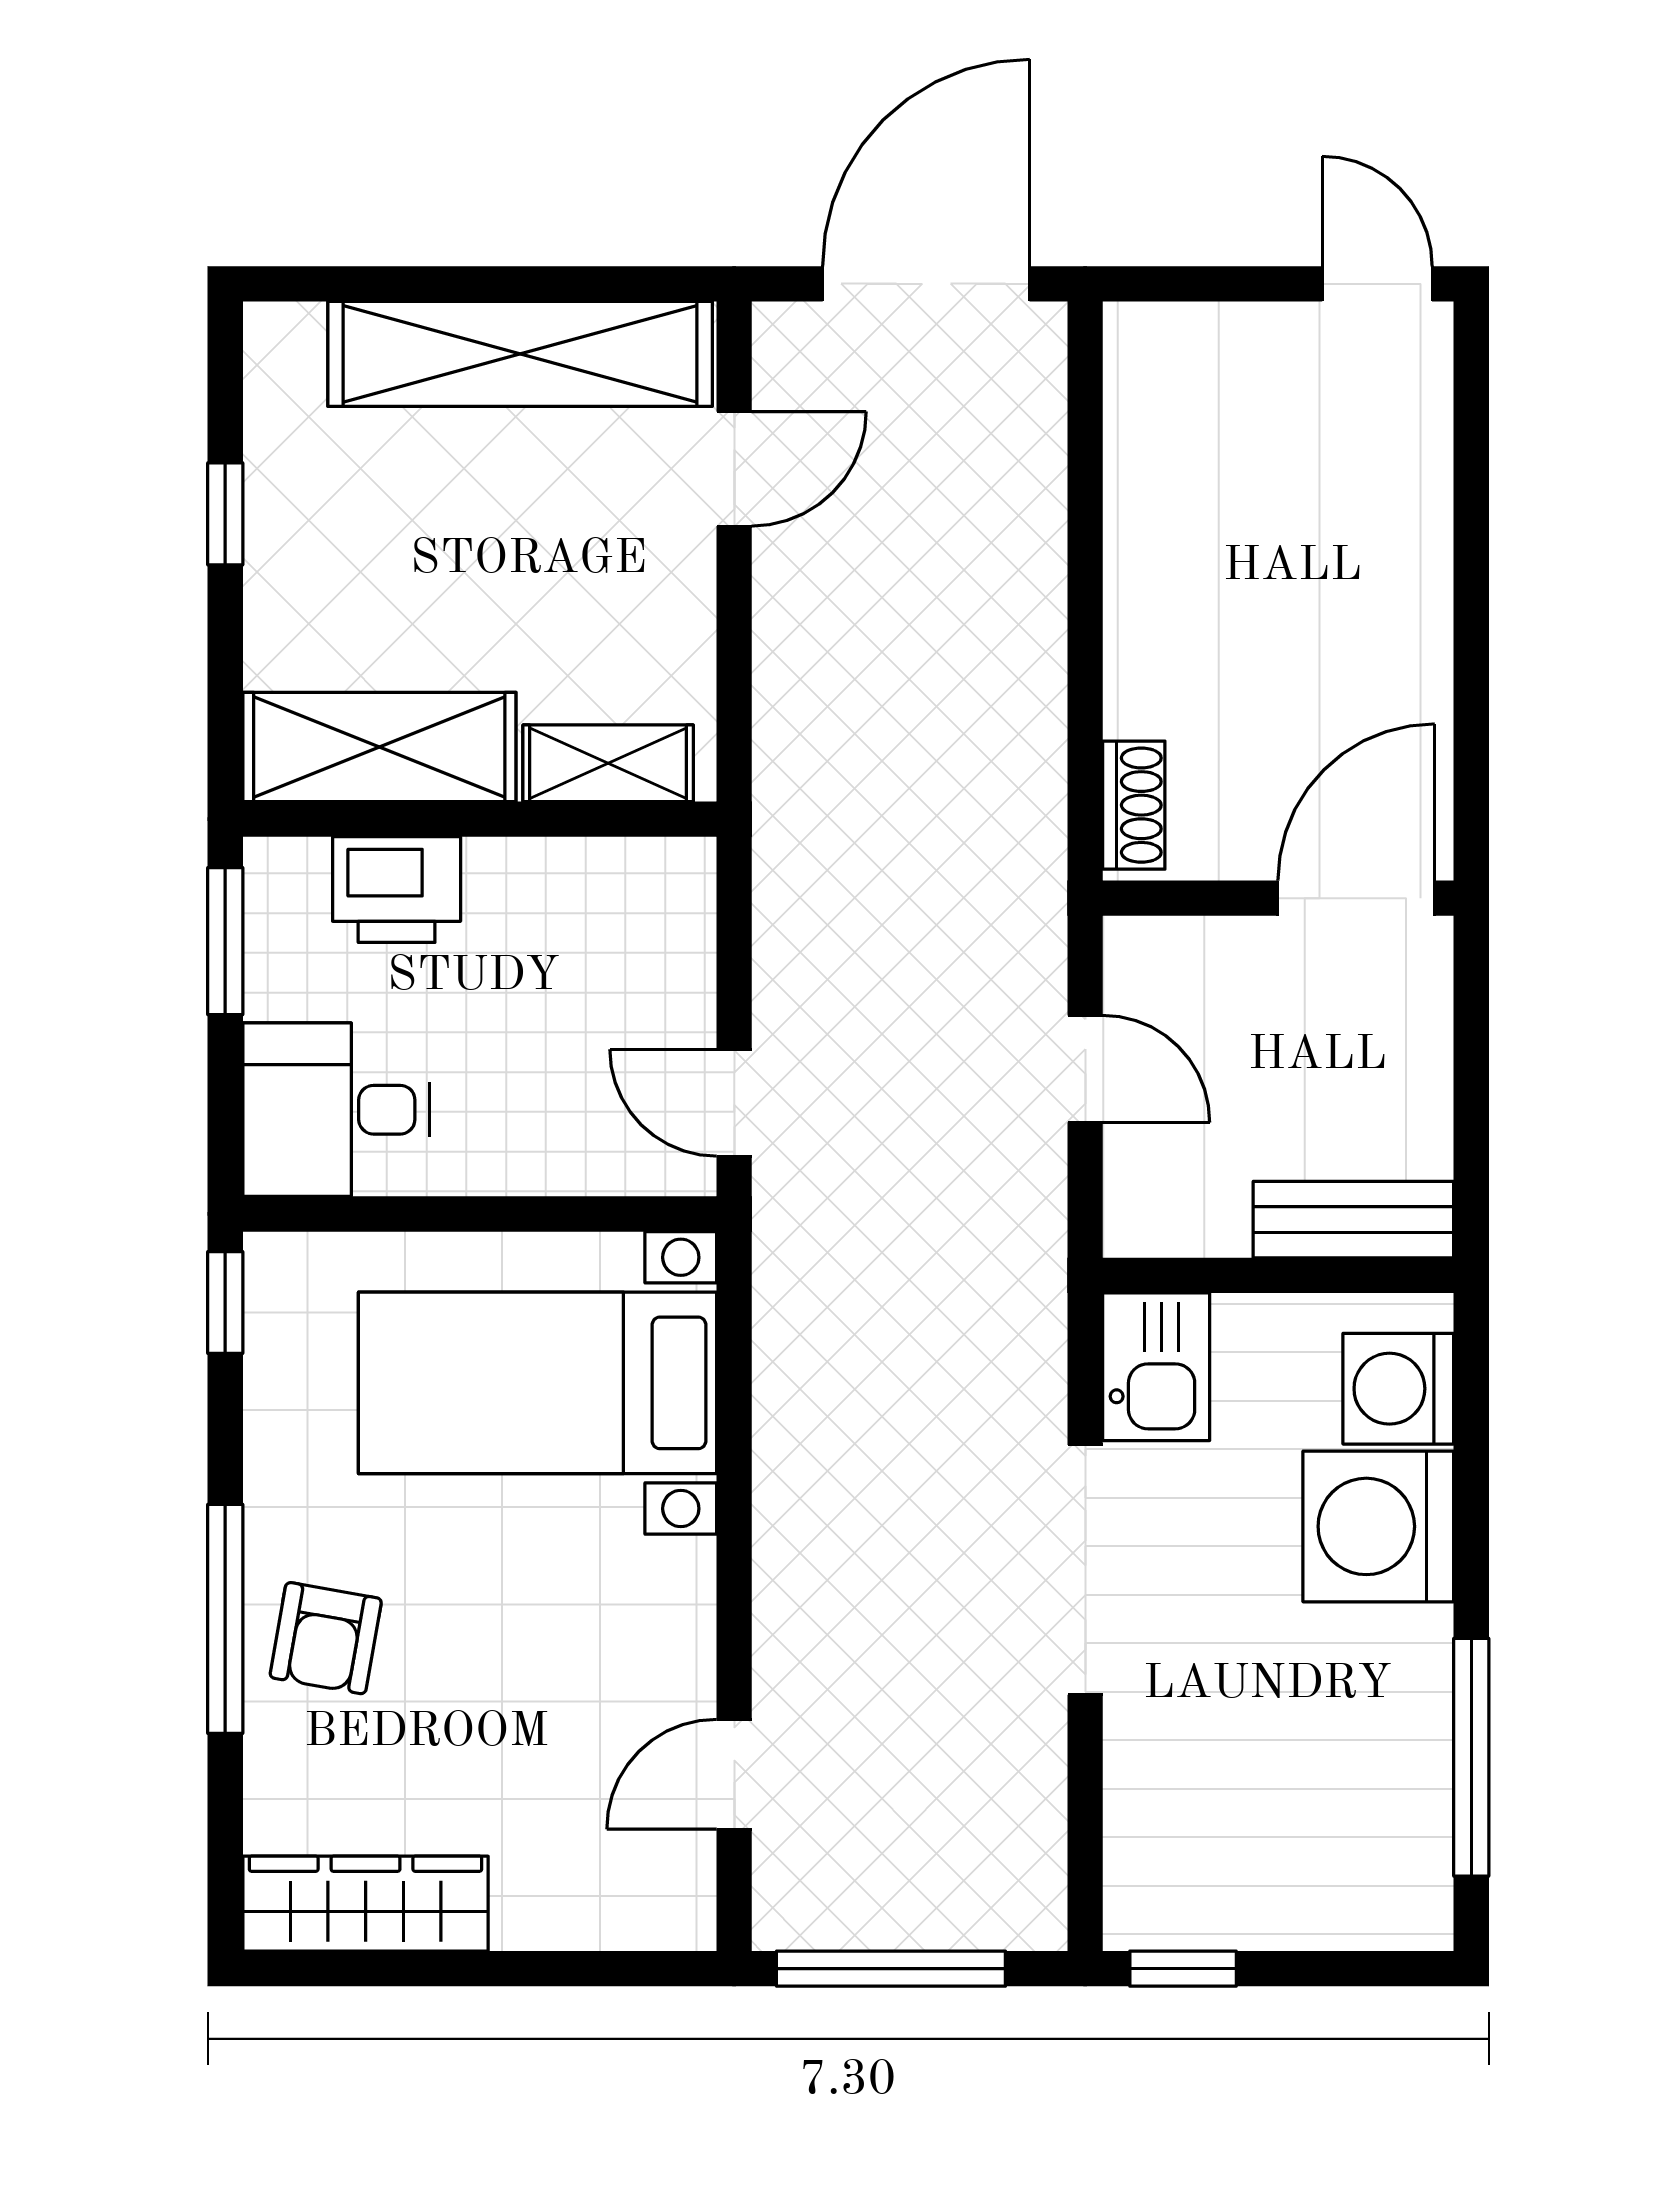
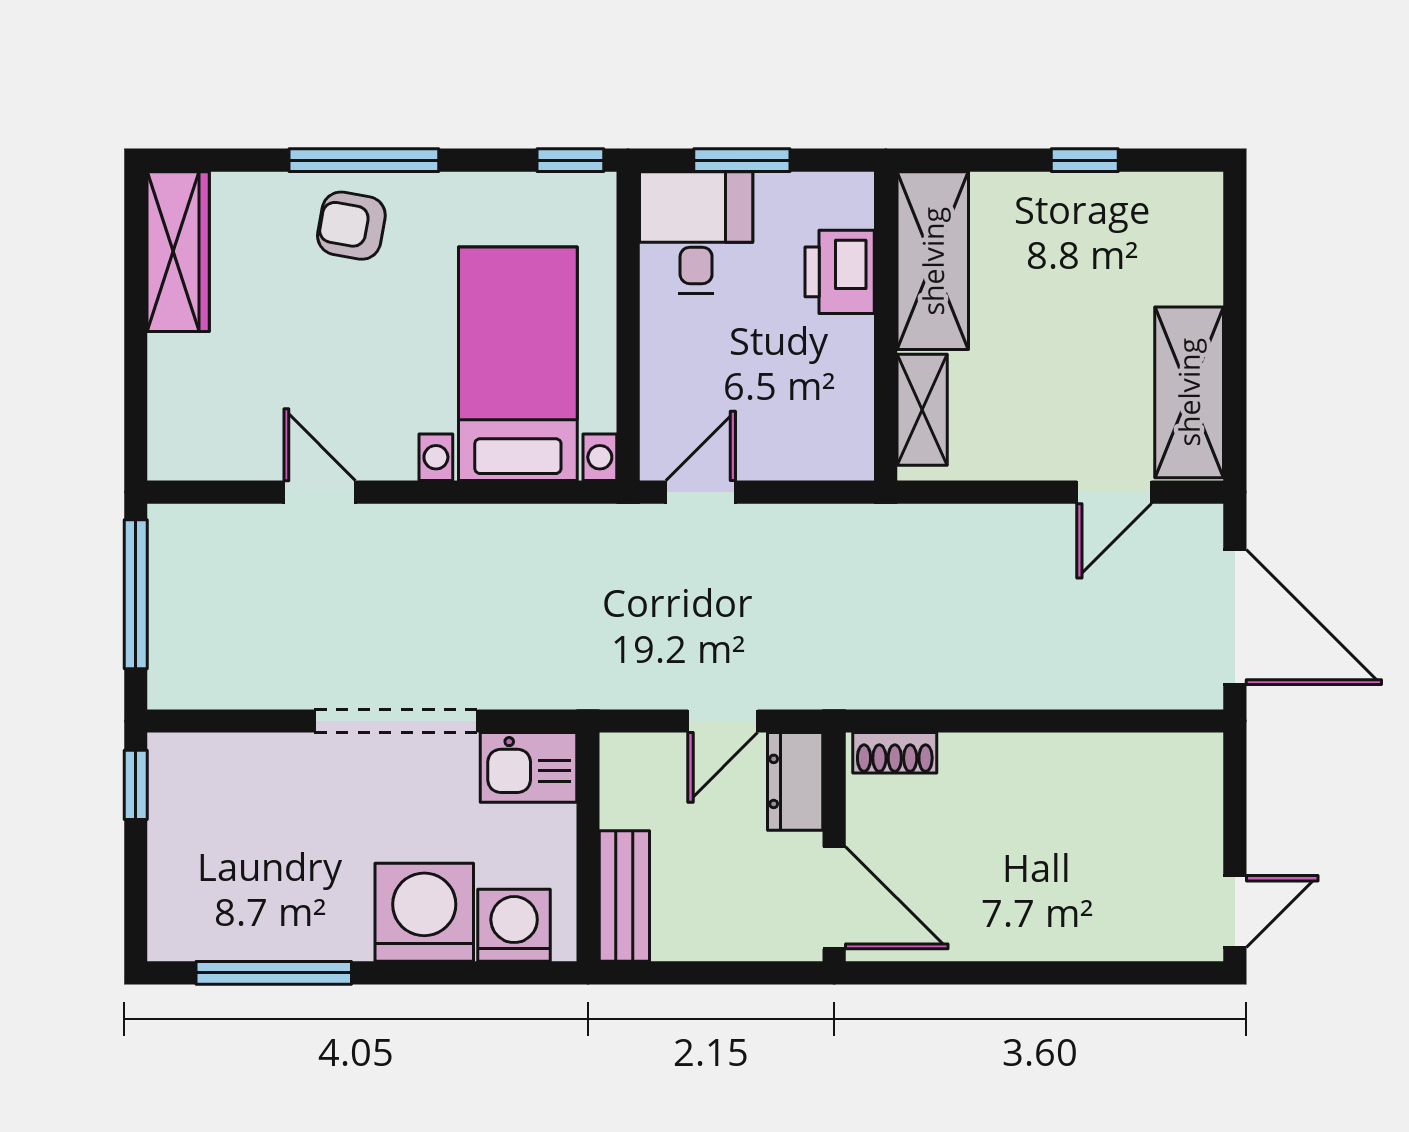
shelving: (520, 354) -> (1189, 392), width x0.68
door: (734, 469) -> (1114, 492), hinge flipped
window: (225, 941) -> (742, 160), moved
dresser: (1178, 958) -> (795, 781), added
door: (734, 1774) -> (320, 492), moved

